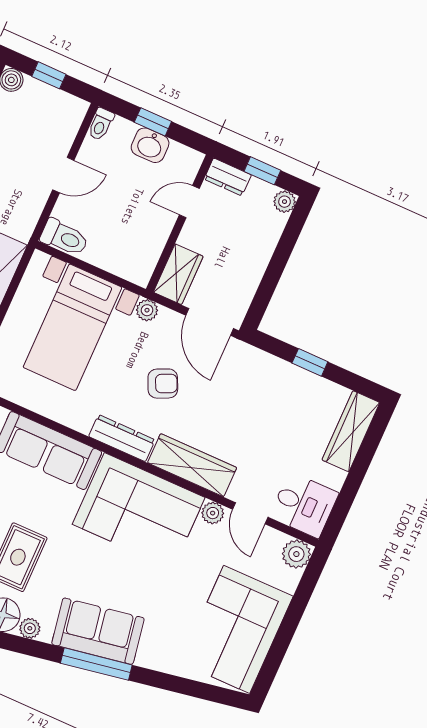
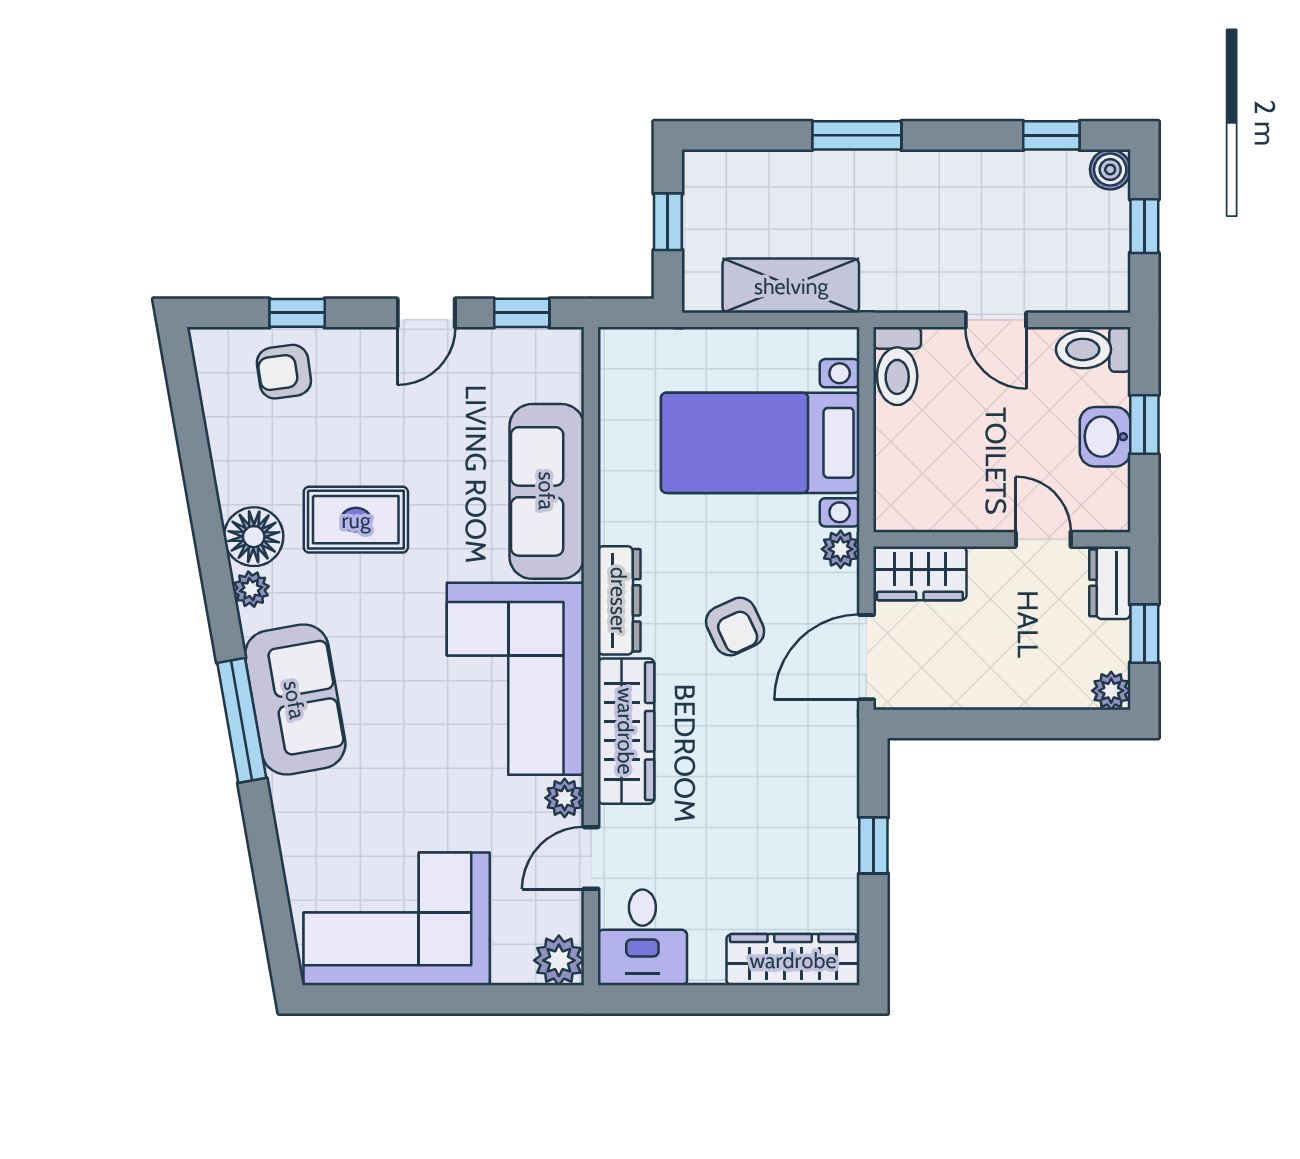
toilet: (101, 124) -> (1093, 349), width x1.37, depth x1.39

